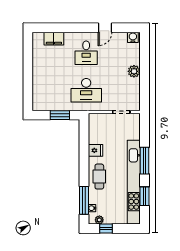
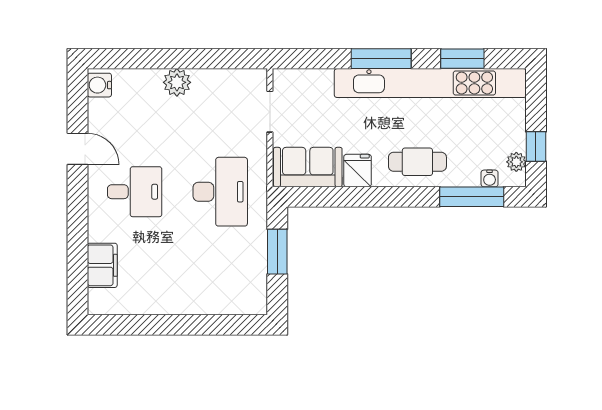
sofa: (97, 129) -> (308, 167), added

